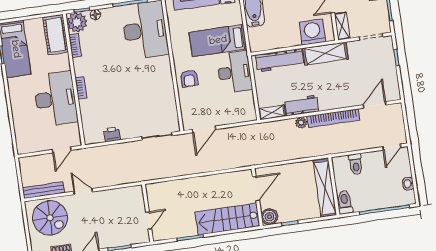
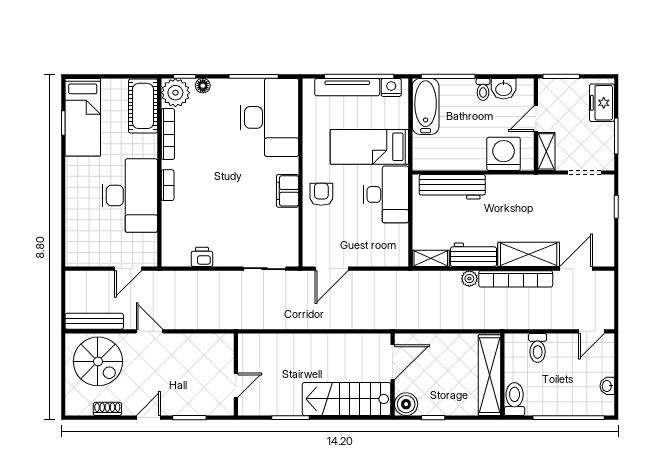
bookcase: (75, 45) -> (168, 134), width x1.56
shelving: (325, 54) -> (529, 254), moved
armchair: (189, 79) -> (321, 194), turned 180
filing cabinet: (165, 80) -> (288, 191), added

